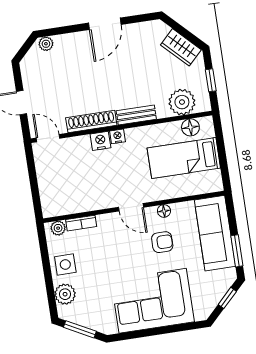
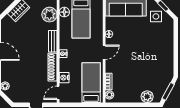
nightstand: (100, 141) -> (64, 78), moved
bed: (75, 193) -> (91, 83), added
armchair: (162, 242) -> (126, 38), removed
side table: (65, 264) -> (156, 16), moved
corner sofa: (153, 301) -> (158, 48), removed

